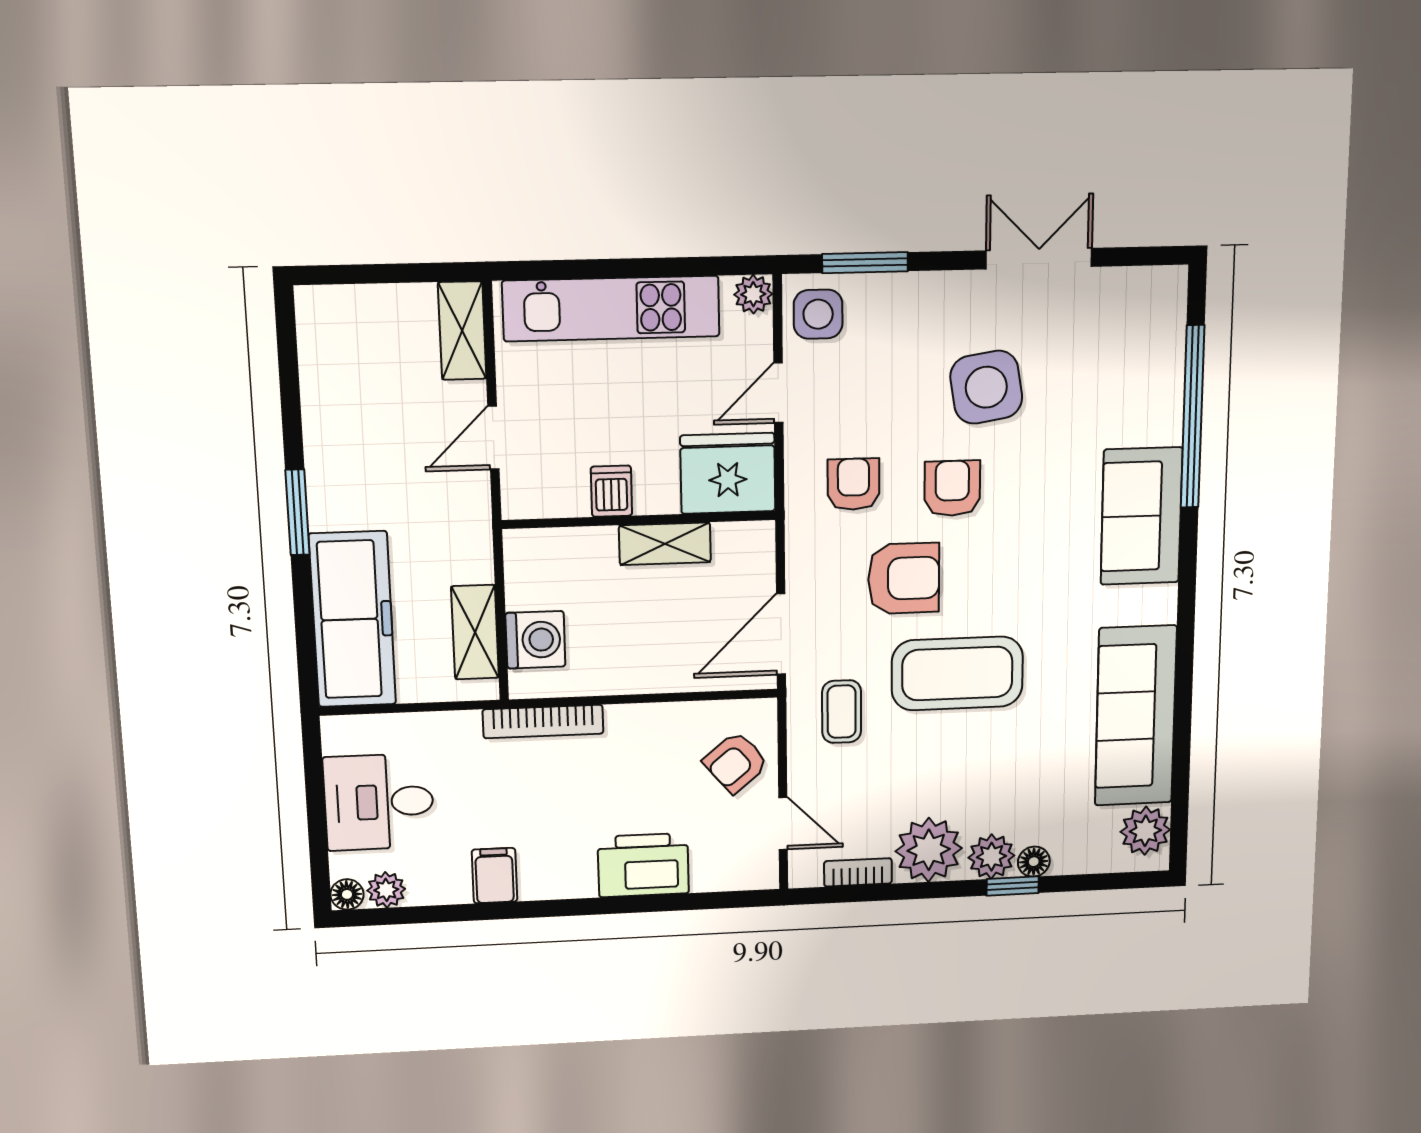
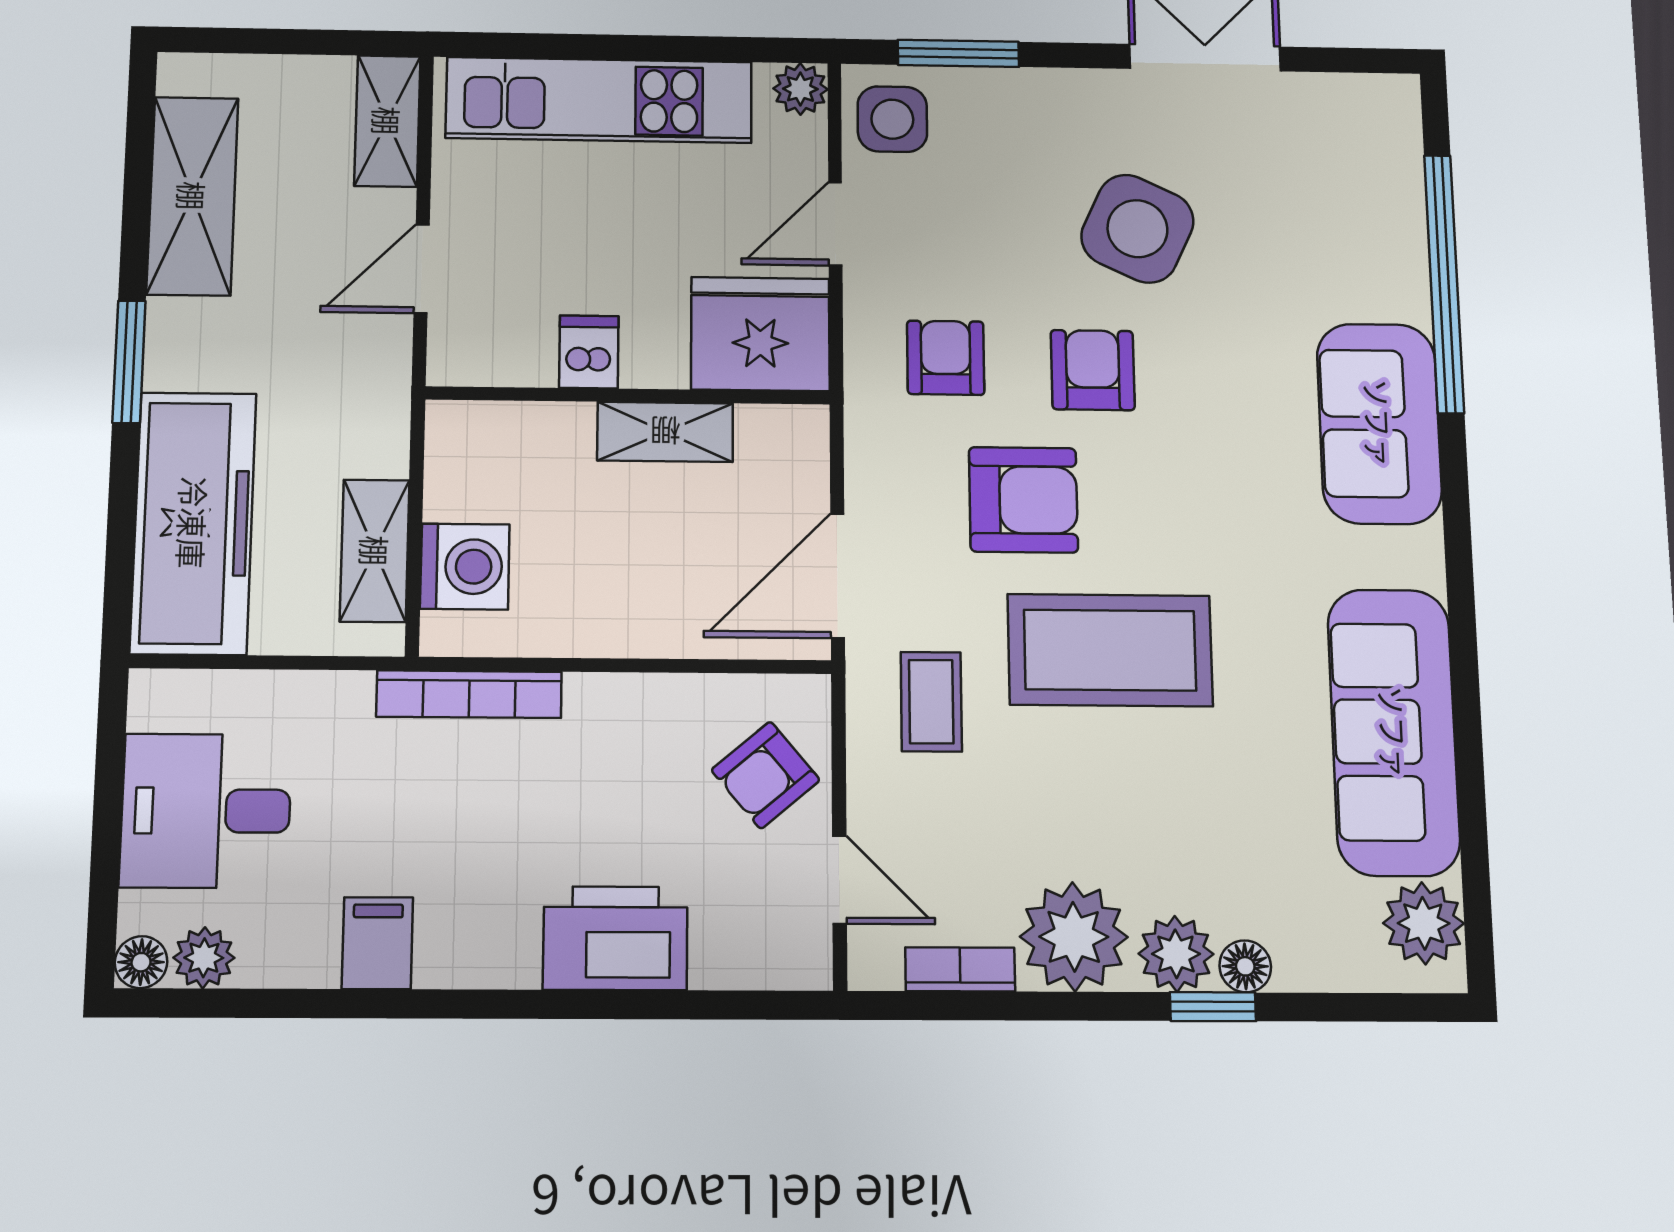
side table: (986, 387) -> (1137, 229), turned 34
shelving: (329, 392) -> (192, 196), added

